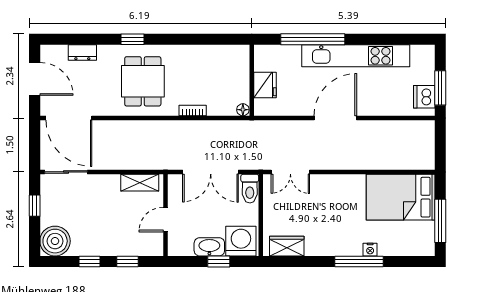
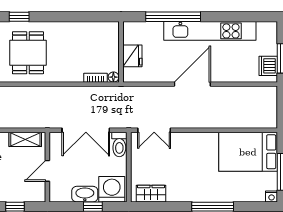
bookcase: (193, 110) -> (95, 78), moved
nightstand: (370, 250) -> (272, 197), moved

